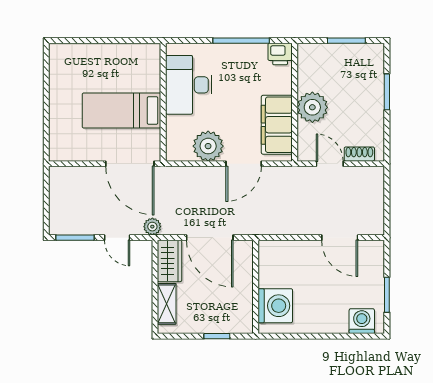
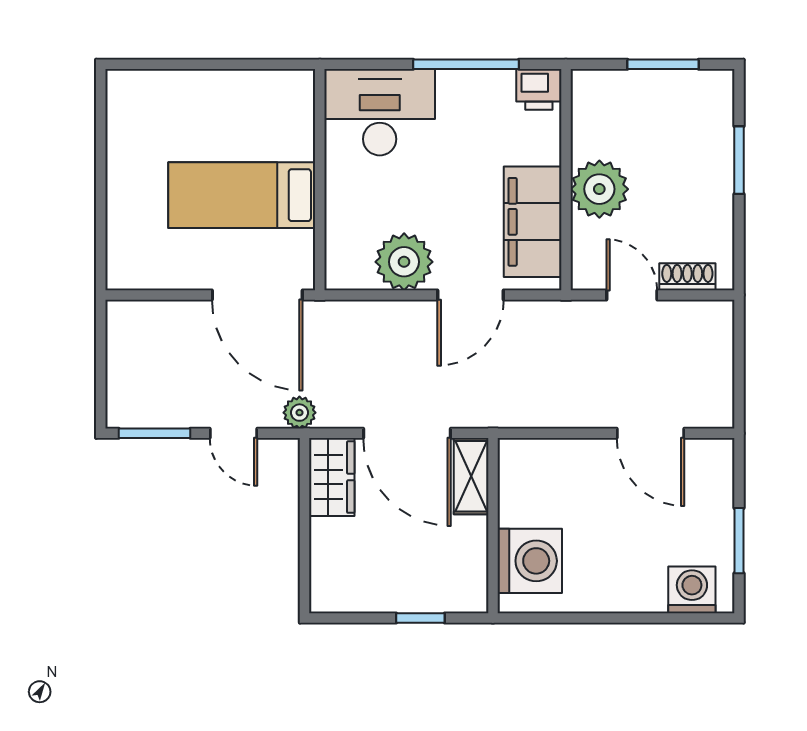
desk: (189, 85) -> (380, 112), moved, turned 90
shelving: (167, 304) -> (471, 476), moved

